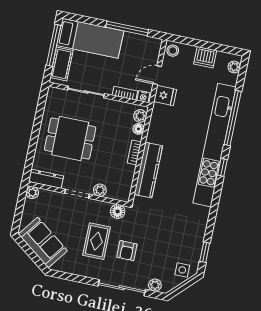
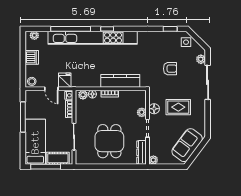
floor lamp: (118, 211) -> (154, 109), moved
armchair: (127, 251) -> (170, 69), moved

